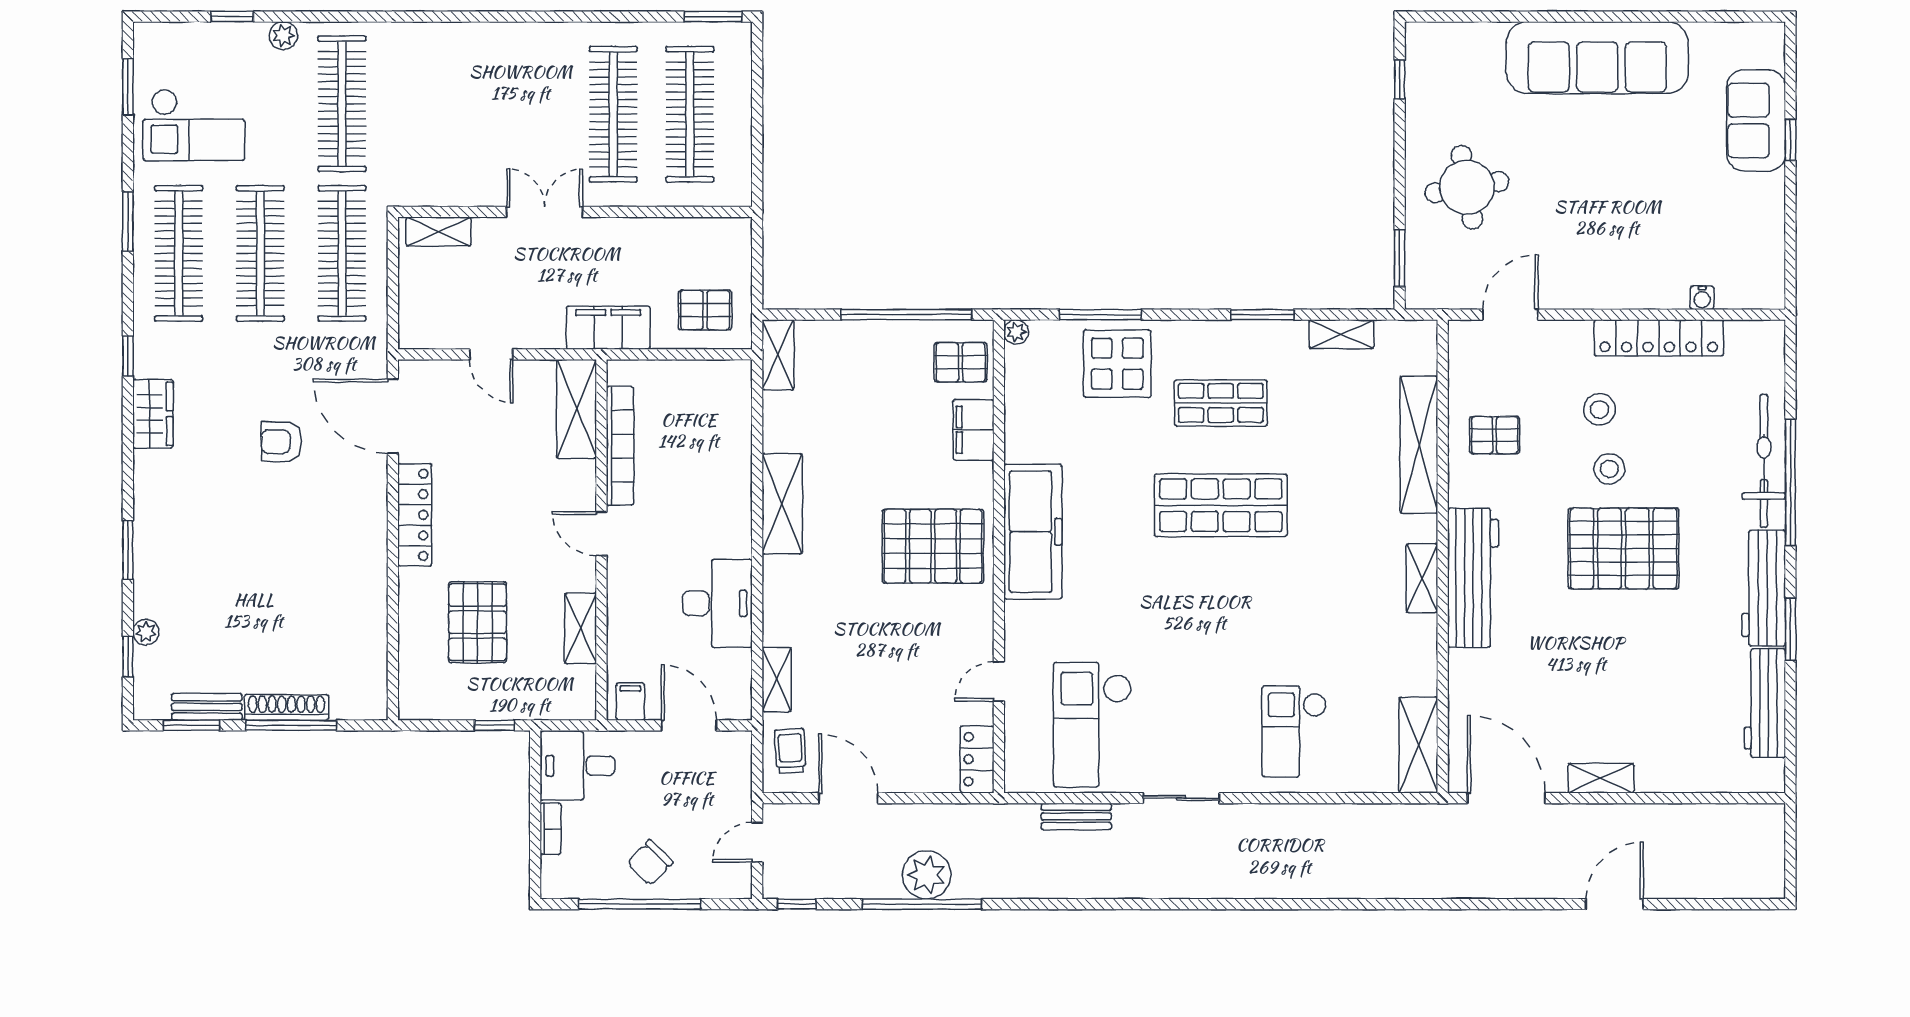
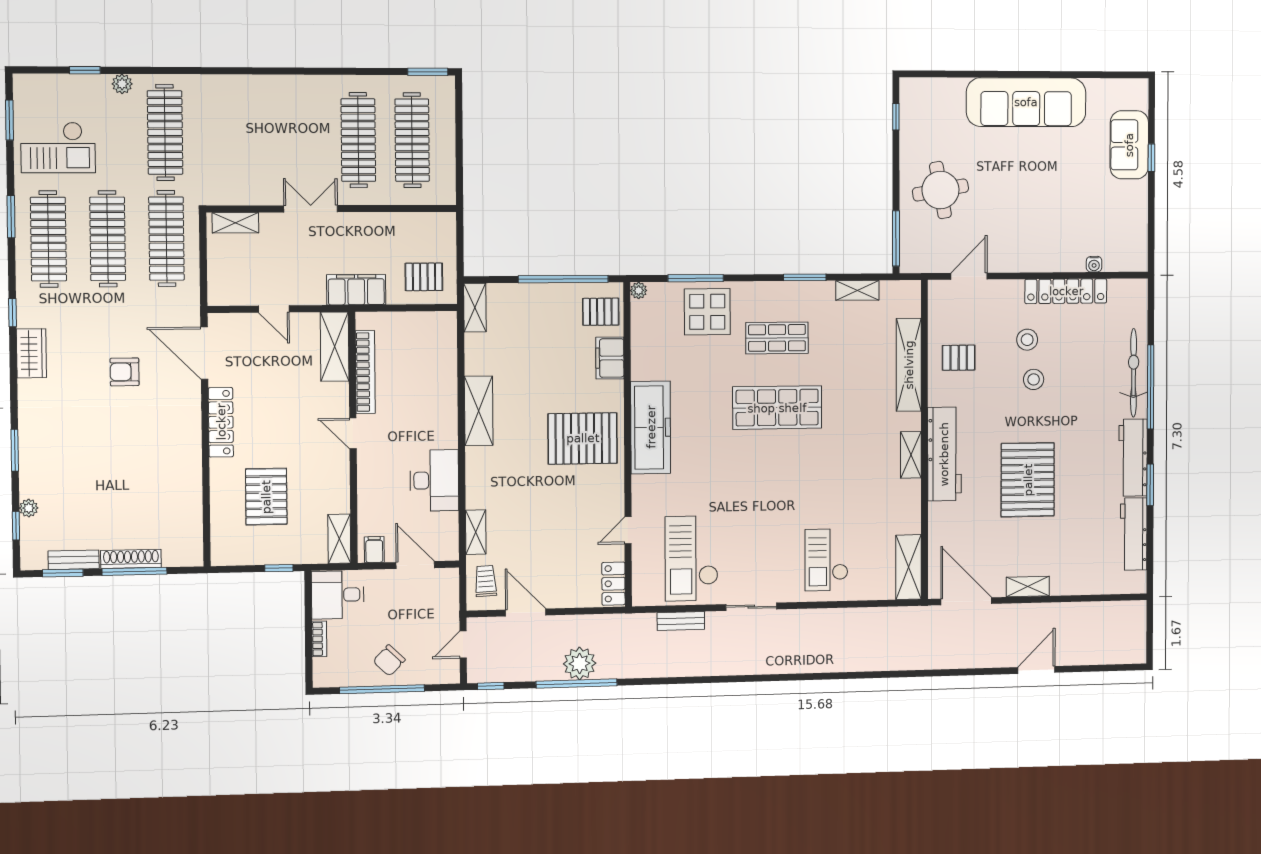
window: (1400, 258) -> (896, 238), width x1.44
pallet: (1623, 548) -> (1028, 480), moved, turned 90
shelving: (581, 628) -> (339, 539), moved

